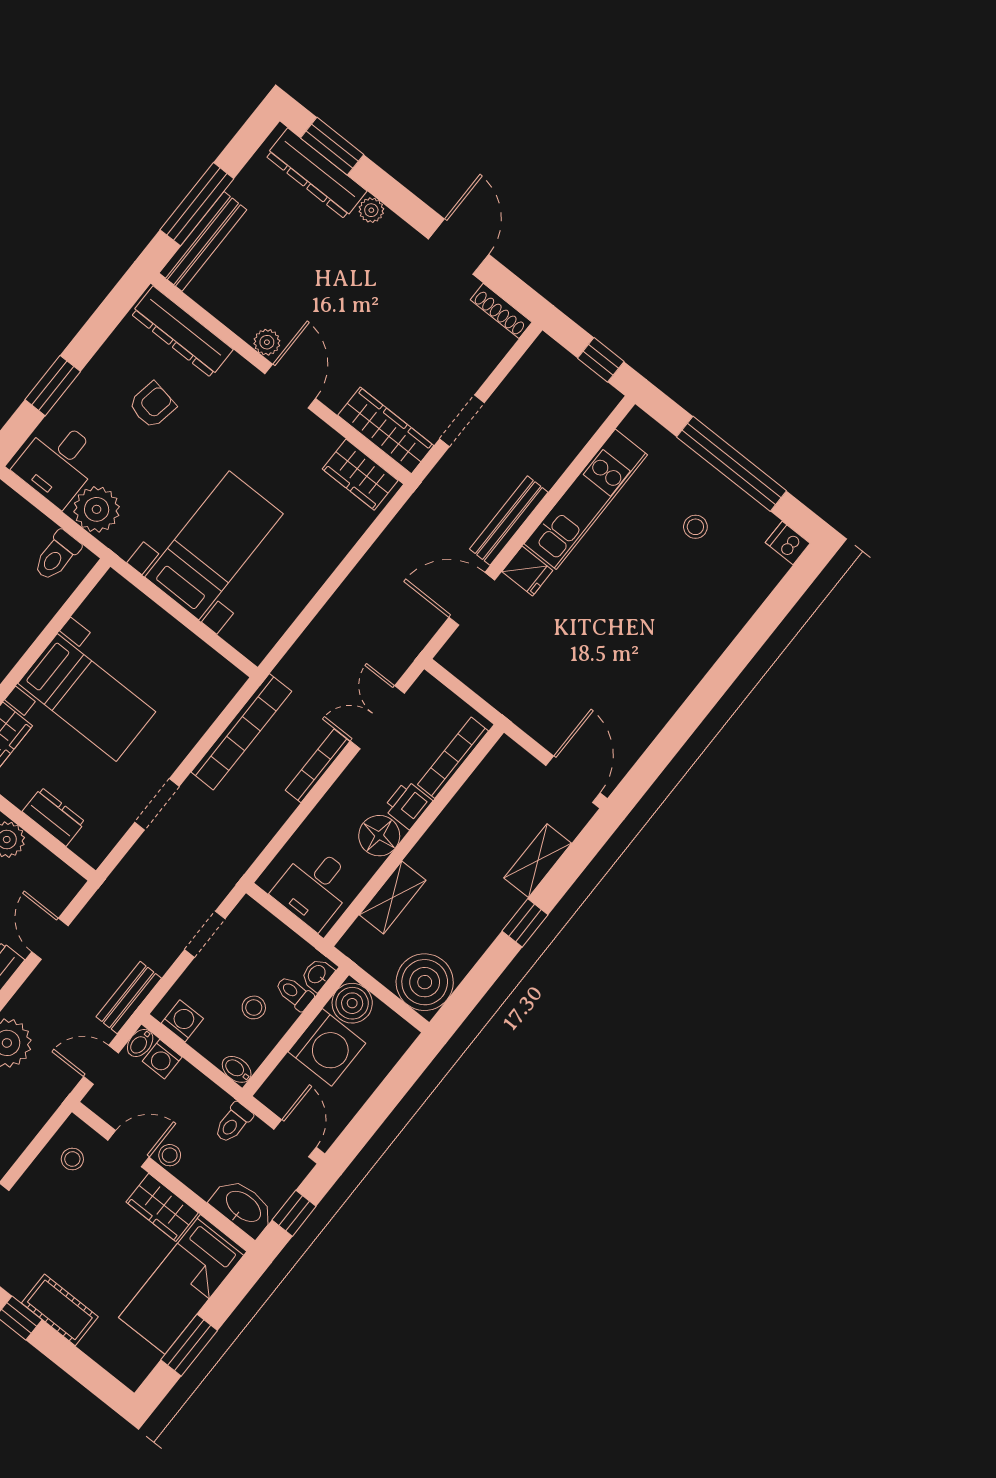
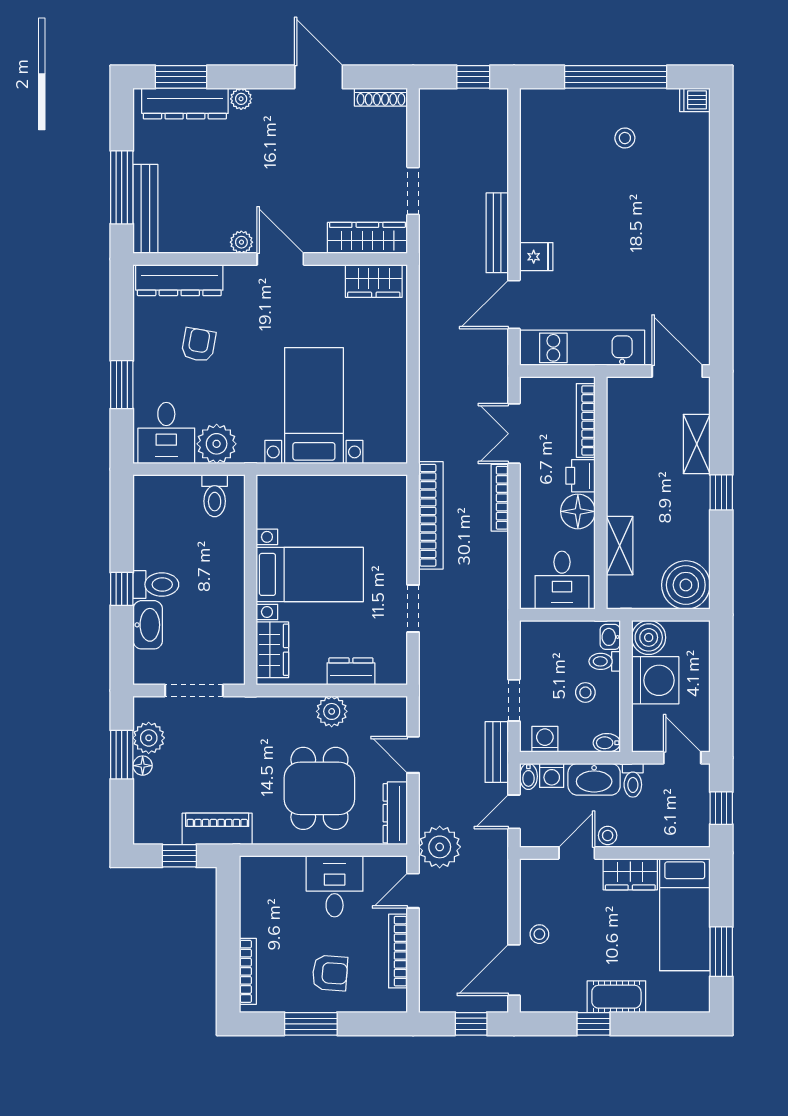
kitchen unit: (586, 499) -> (582, 348), moved, turned -90
doorway: (205, 934) -> (514, 700), moved
stool: (72, 1159) -> (539, 934), moved
washbasin: (243, 1207) -> (594, 779), moved, turned 180

